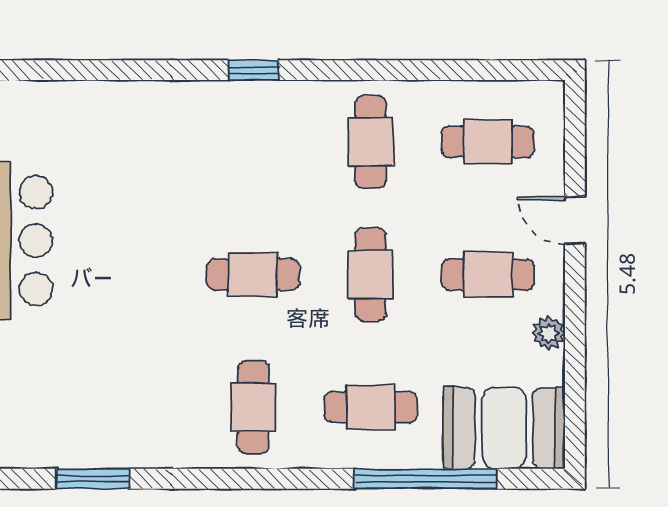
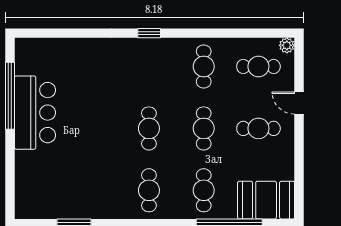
cafe table: (253, 274) -> (149, 128), turned 90
plant: (549, 333) -> (287, 45), moved
cafe table: (371, 407) -> (204, 190), turned 90

